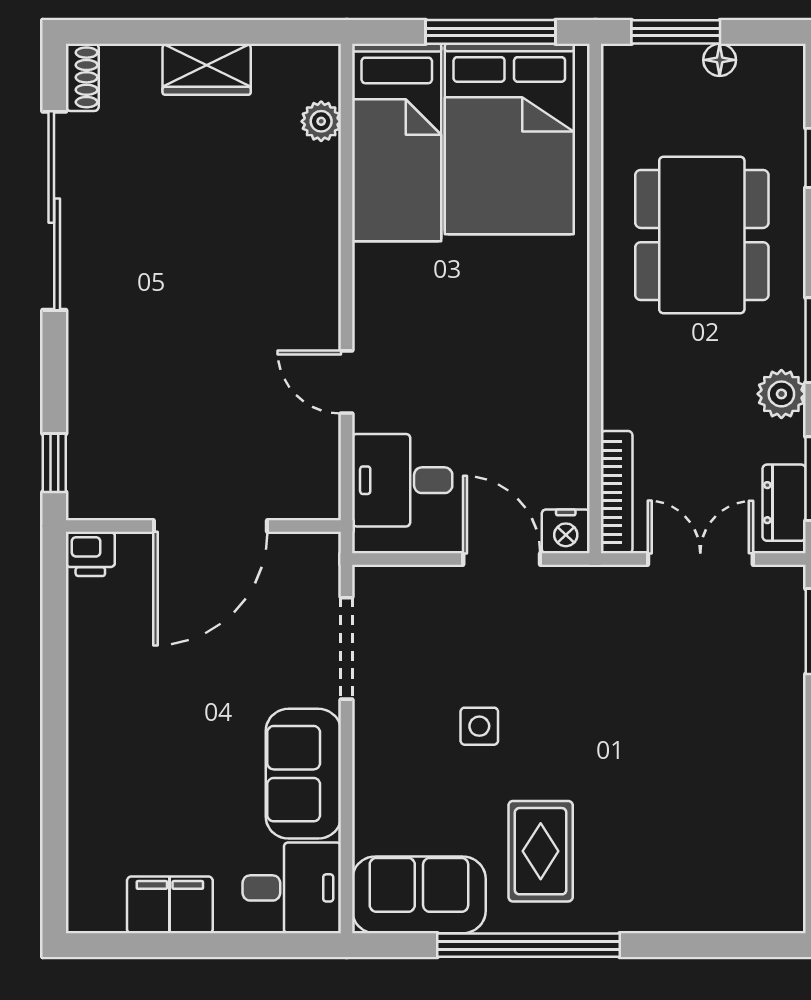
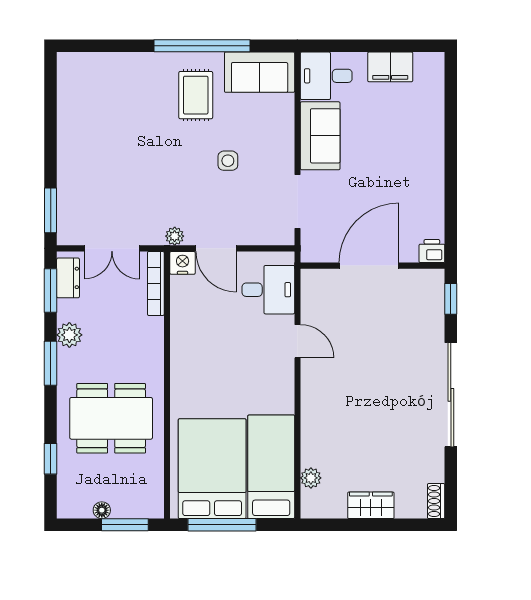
sliding door: (54, 211) -> (451, 395), moved
dining table: (702, 235) -> (111, 418), turned 90
plant: (581, 582) -> (175, 236), added

